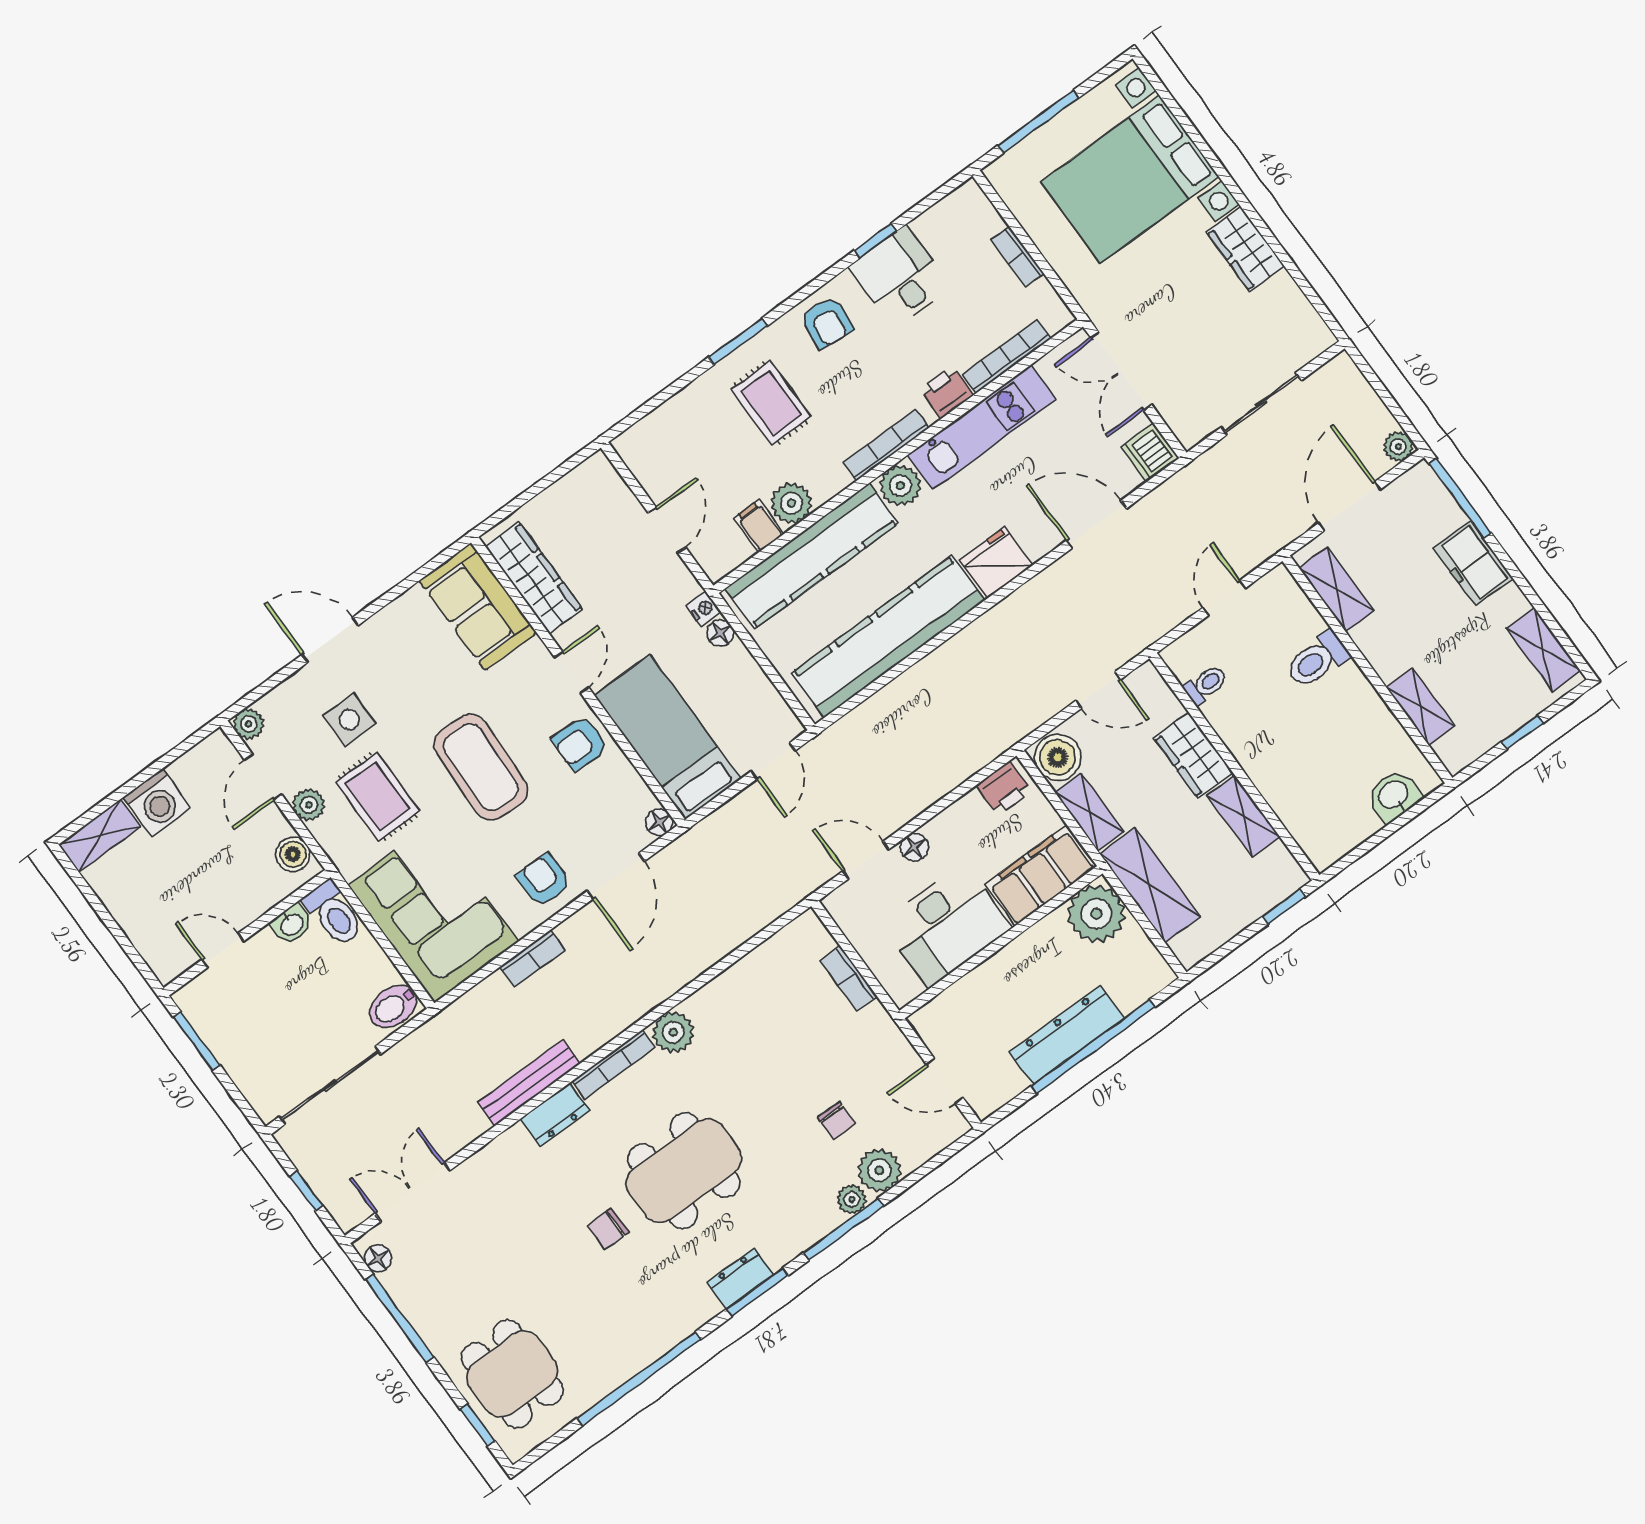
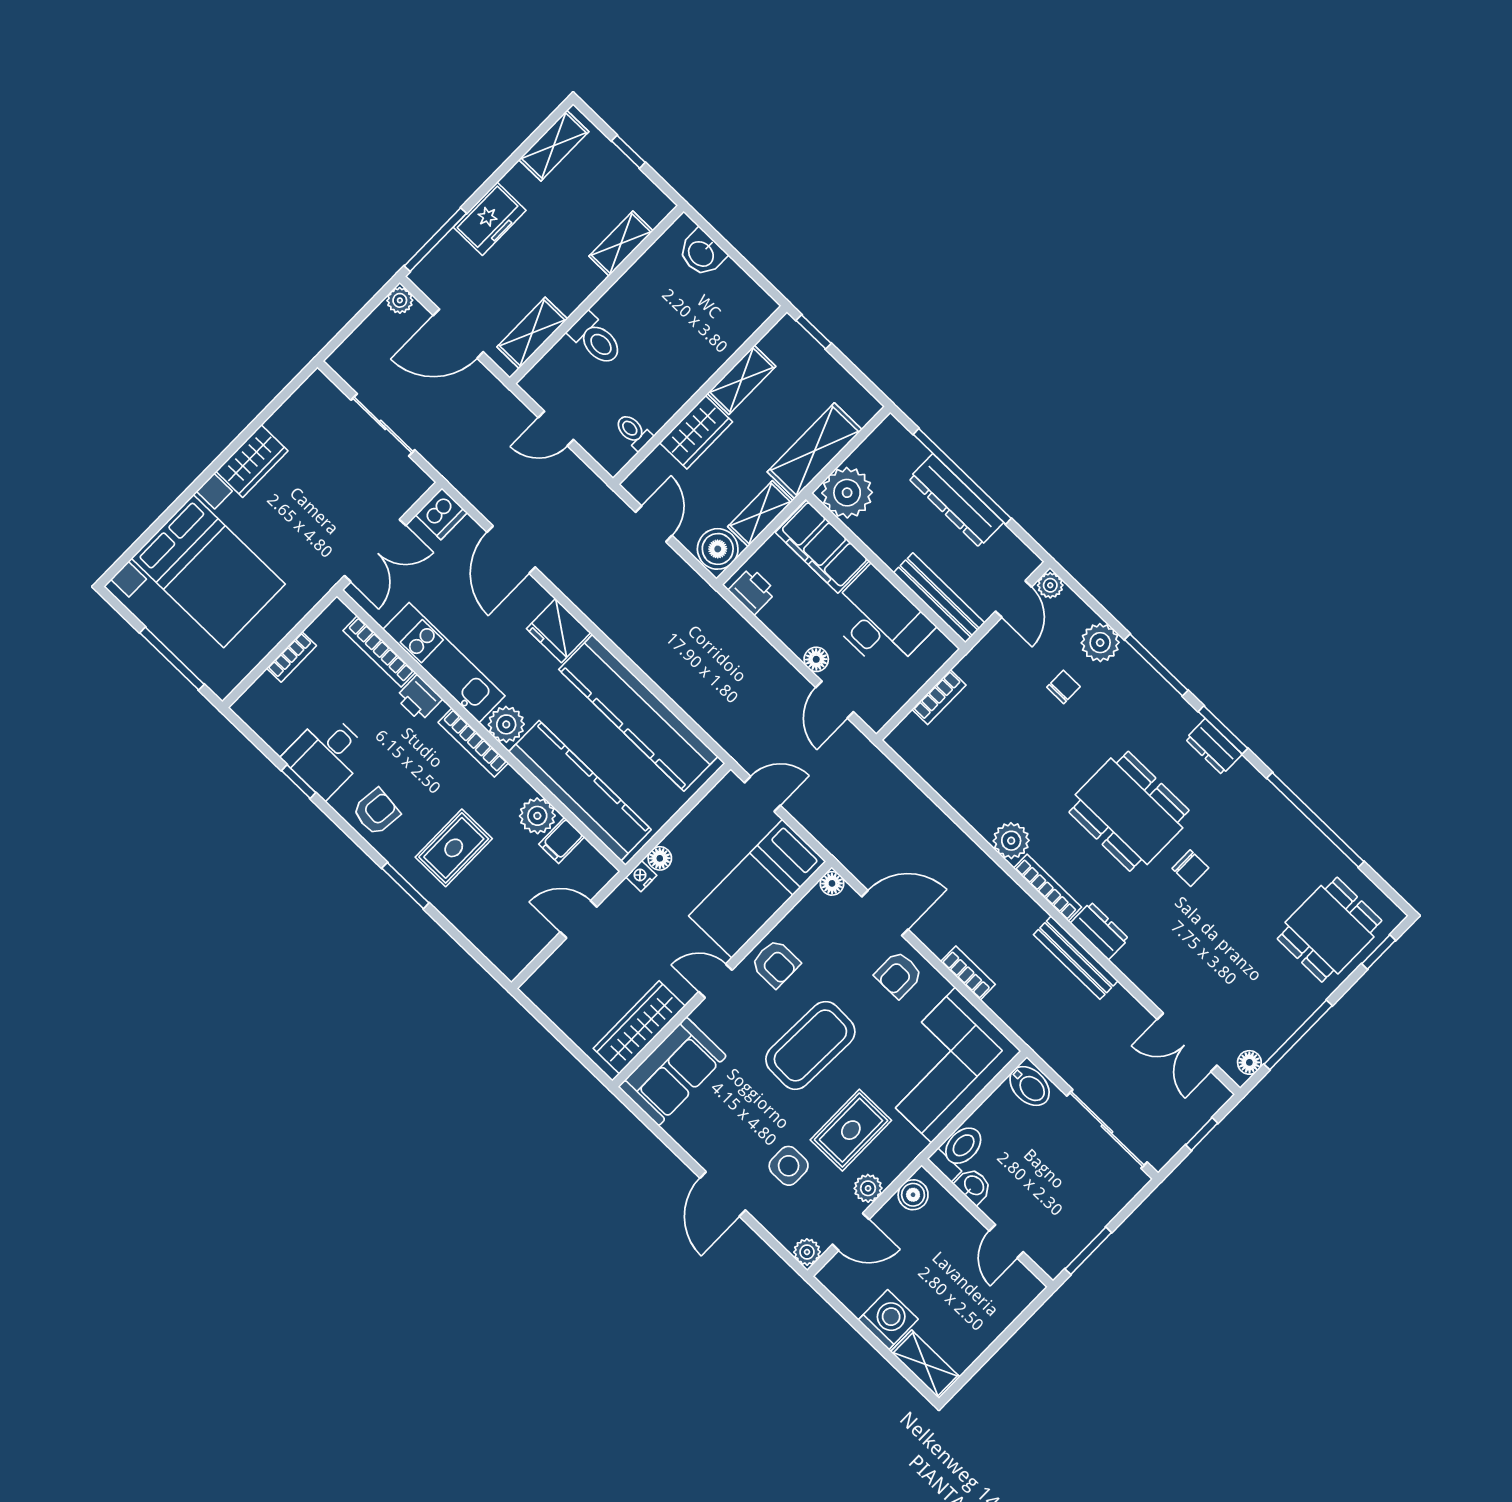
bench: (960, 997) -> (939, 598), added
plant: (852, 1199) -> (1050, 585), moved

